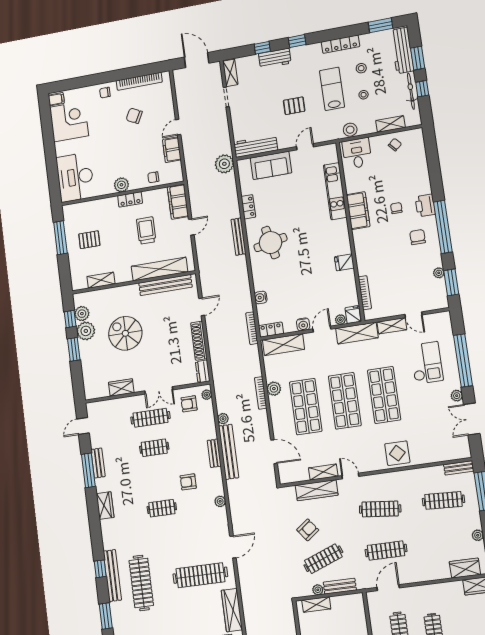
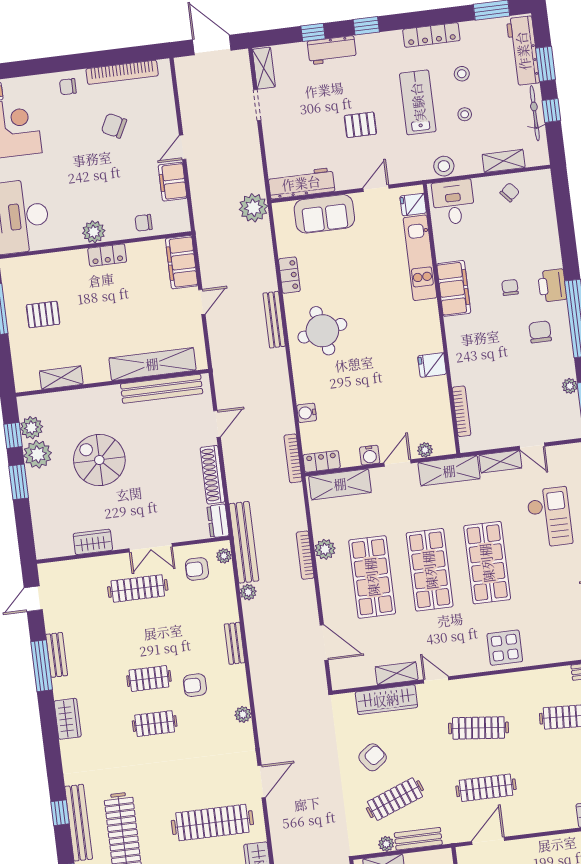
trolley: (146, 230) -> (132, 304), removed
fridge: (353, 315) -> (413, 205), moved, turned -90
clothes rail: (154, 448) -> (149, 679), moved
bench: (229, 452) -> (244, 542), moved

